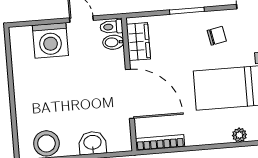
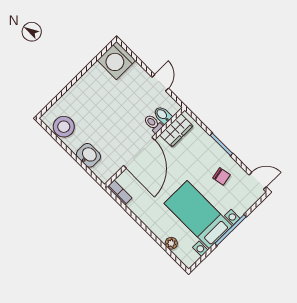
toilet: (111, 27) -> (153, 124), moved
washing machine: (50, 40) -> (116, 60), moved
bookcase: (160, 143) -> (119, 192), width x0.64

